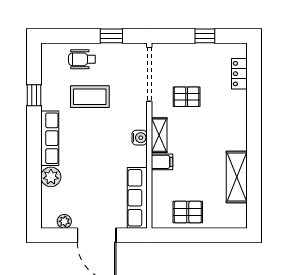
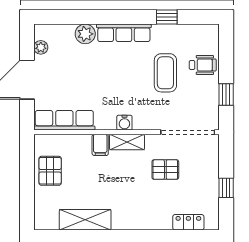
wheelchair: (82, 59) -> (203, 65), turned 90
pallet: (187, 97) -> (165, 170), turned 90

